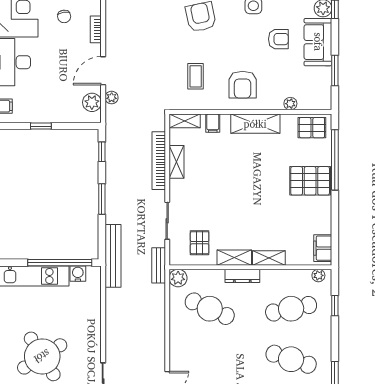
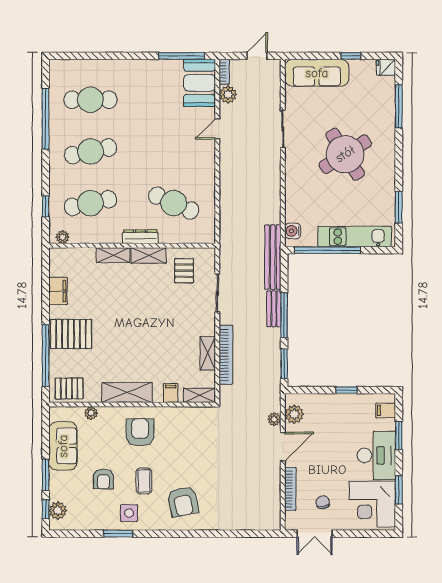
bookcase: (96, 29) -> (290, 489), width x1.56
armchair: (278, 39) -> (103, 479), turned -90
sofa: (318, 42) -> (63, 446), moved
window: (335, 70) -> (46, 475), moved
coffee table: (196, 76) -> (144, 481), moved
window: (102, 152) -> (284, 364), width x1.50
window: (102, 199) -> (284, 315), width x1.44
filing cabinet: (323, 248) -> (58, 291), moved
bench: (159, 265) -> (274, 309), moved
water cooler: (78, 274) -> (293, 231), moved, turned 90
plant: (178, 278) -> (206, 235), removed
cafe table: (291, 359) -> (90, 151), turned -30

